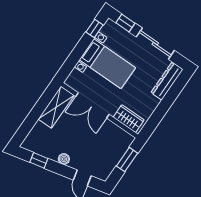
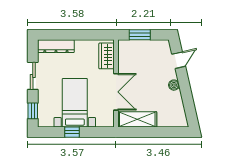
window: (95, 28) -> (72, 132), moved
sliding door: (155, 44) -> (33, 76), width x0.73
window: (39, 160) -> (189, 104), removed

